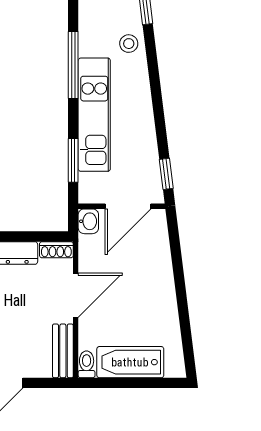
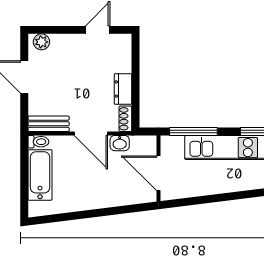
window: (73, 160) -> (193, 132), width x1.44
window: (166, 174) -> (183, 202), removed
washbasin: (88, 221) -> (120, 143), moved

